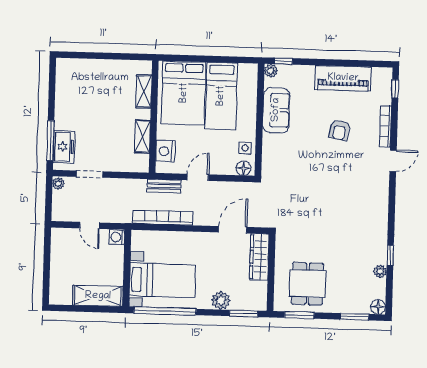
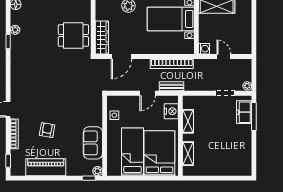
floor lamp: (243, 168) -> (115, 101), removed
dining table: (308, 284) -> (73, 35), moved, turned 90

